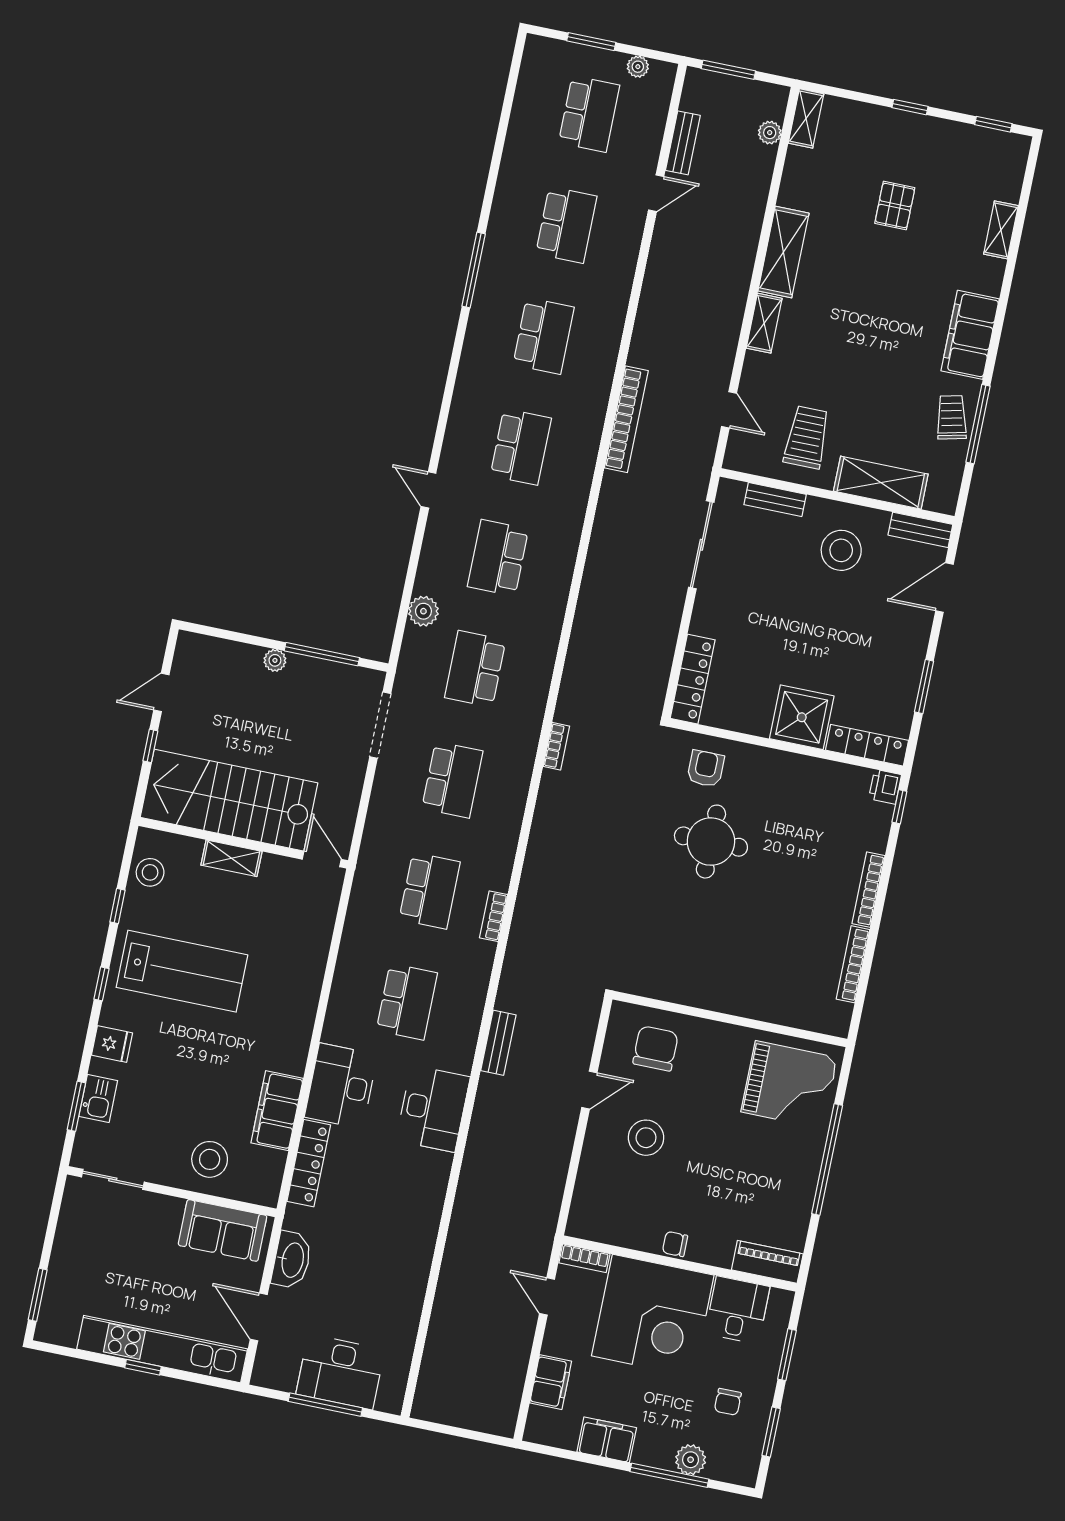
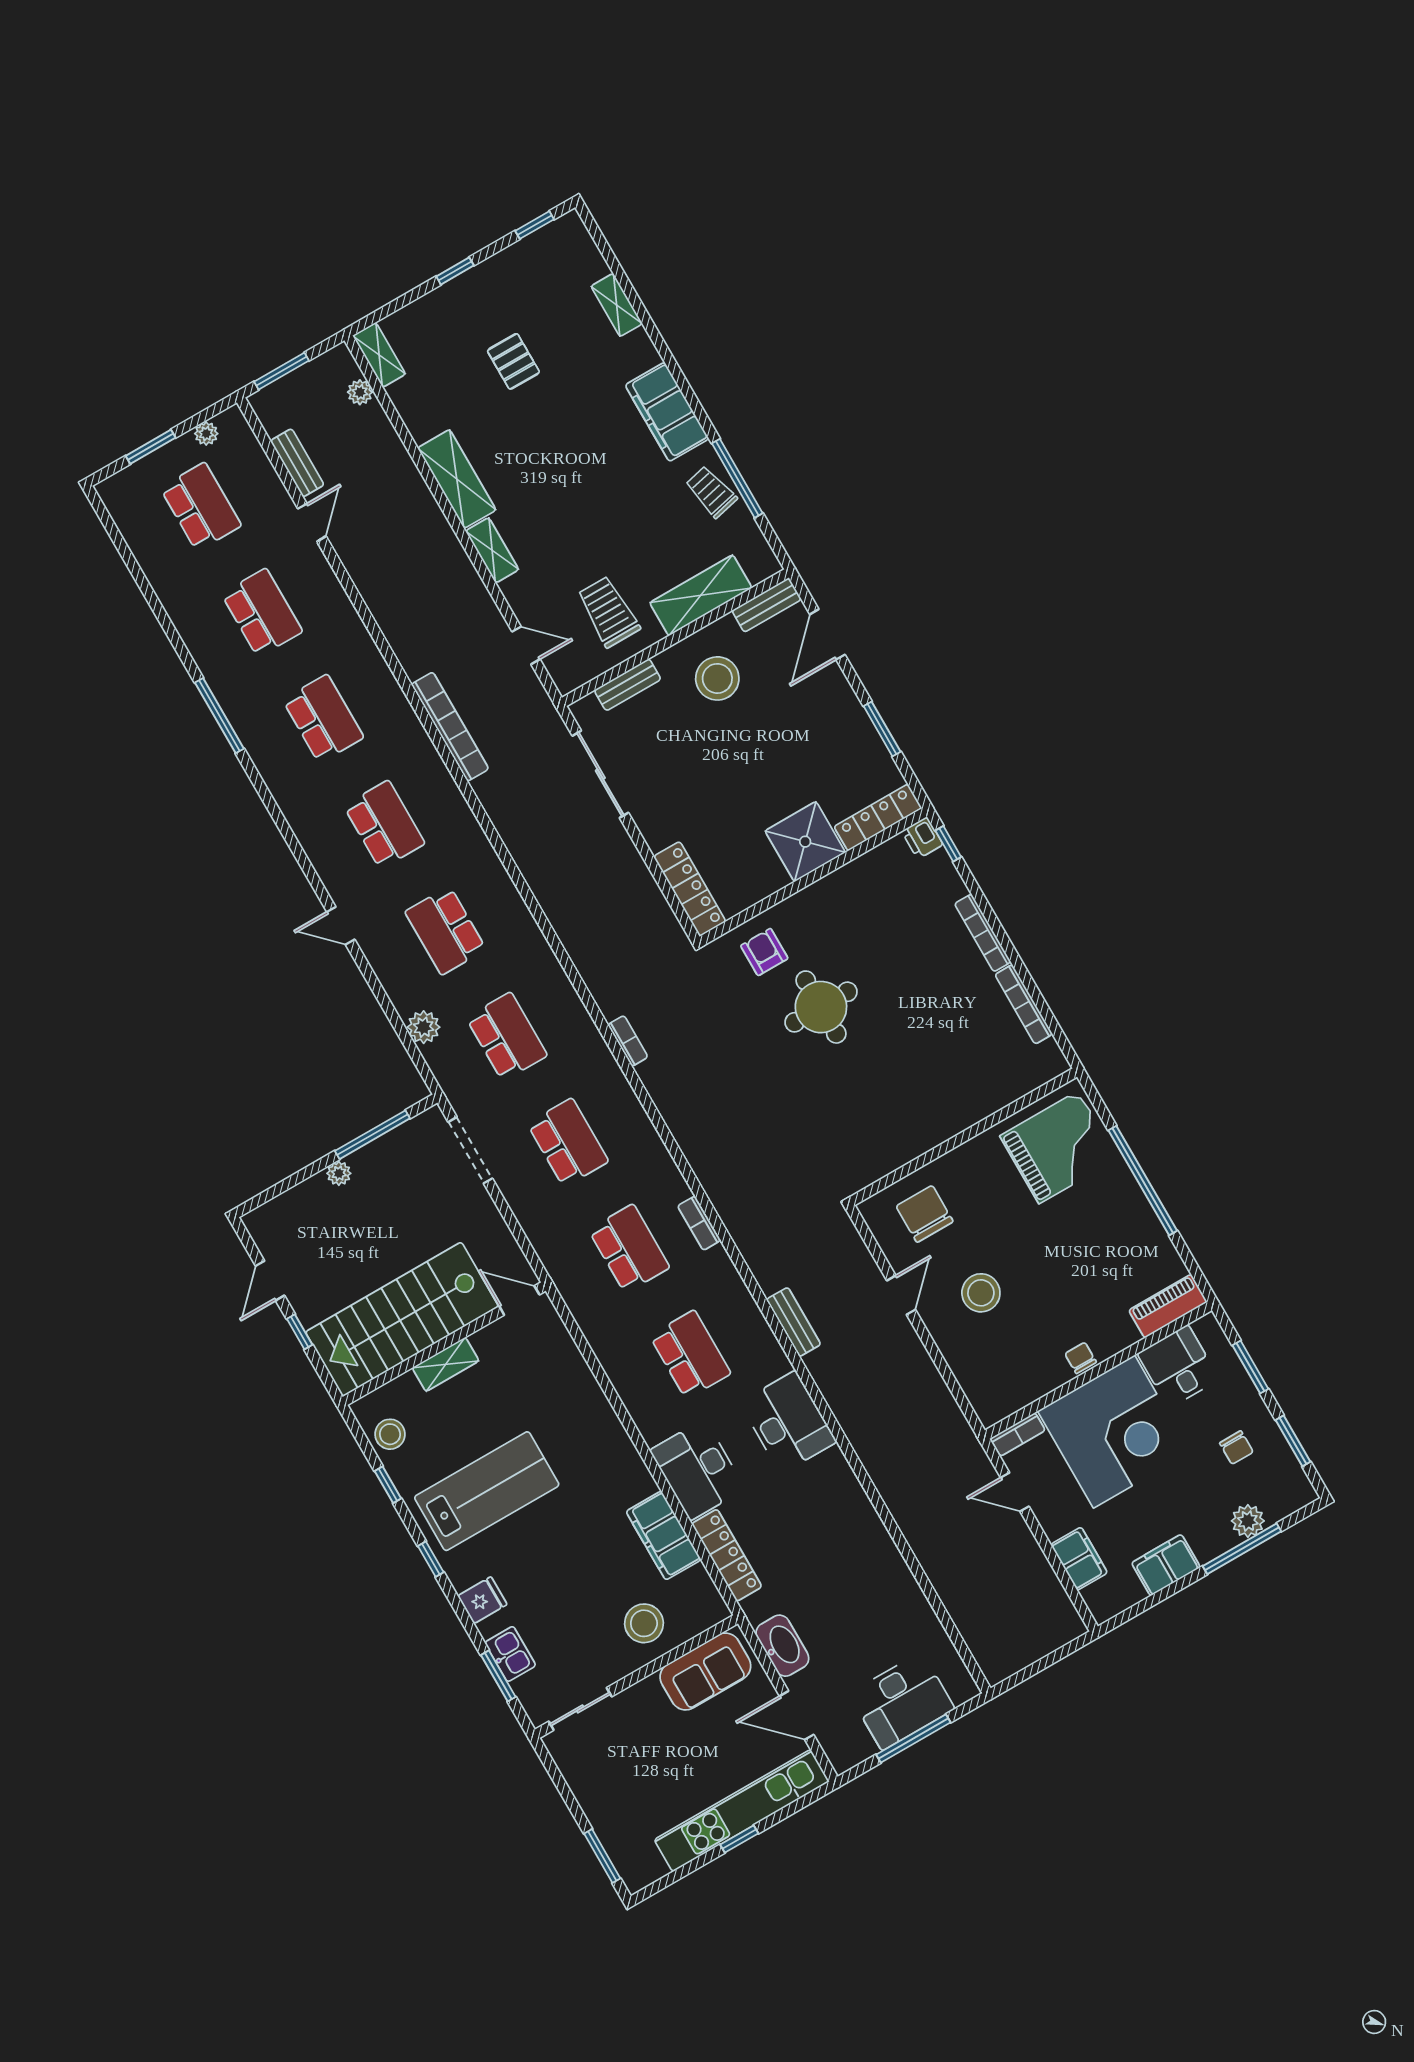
school desk: (475, 669) -> (507, 1037), turned 180
chair: (675, 1244) -> (1081, 1358), turned 90

